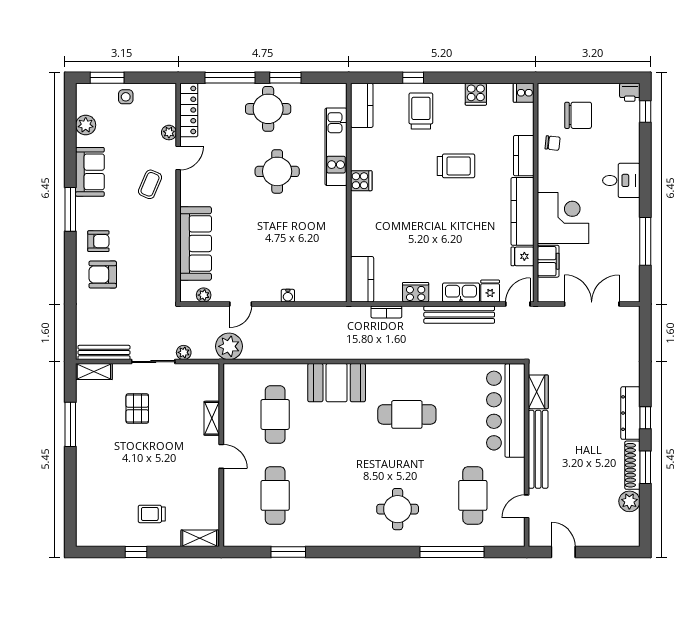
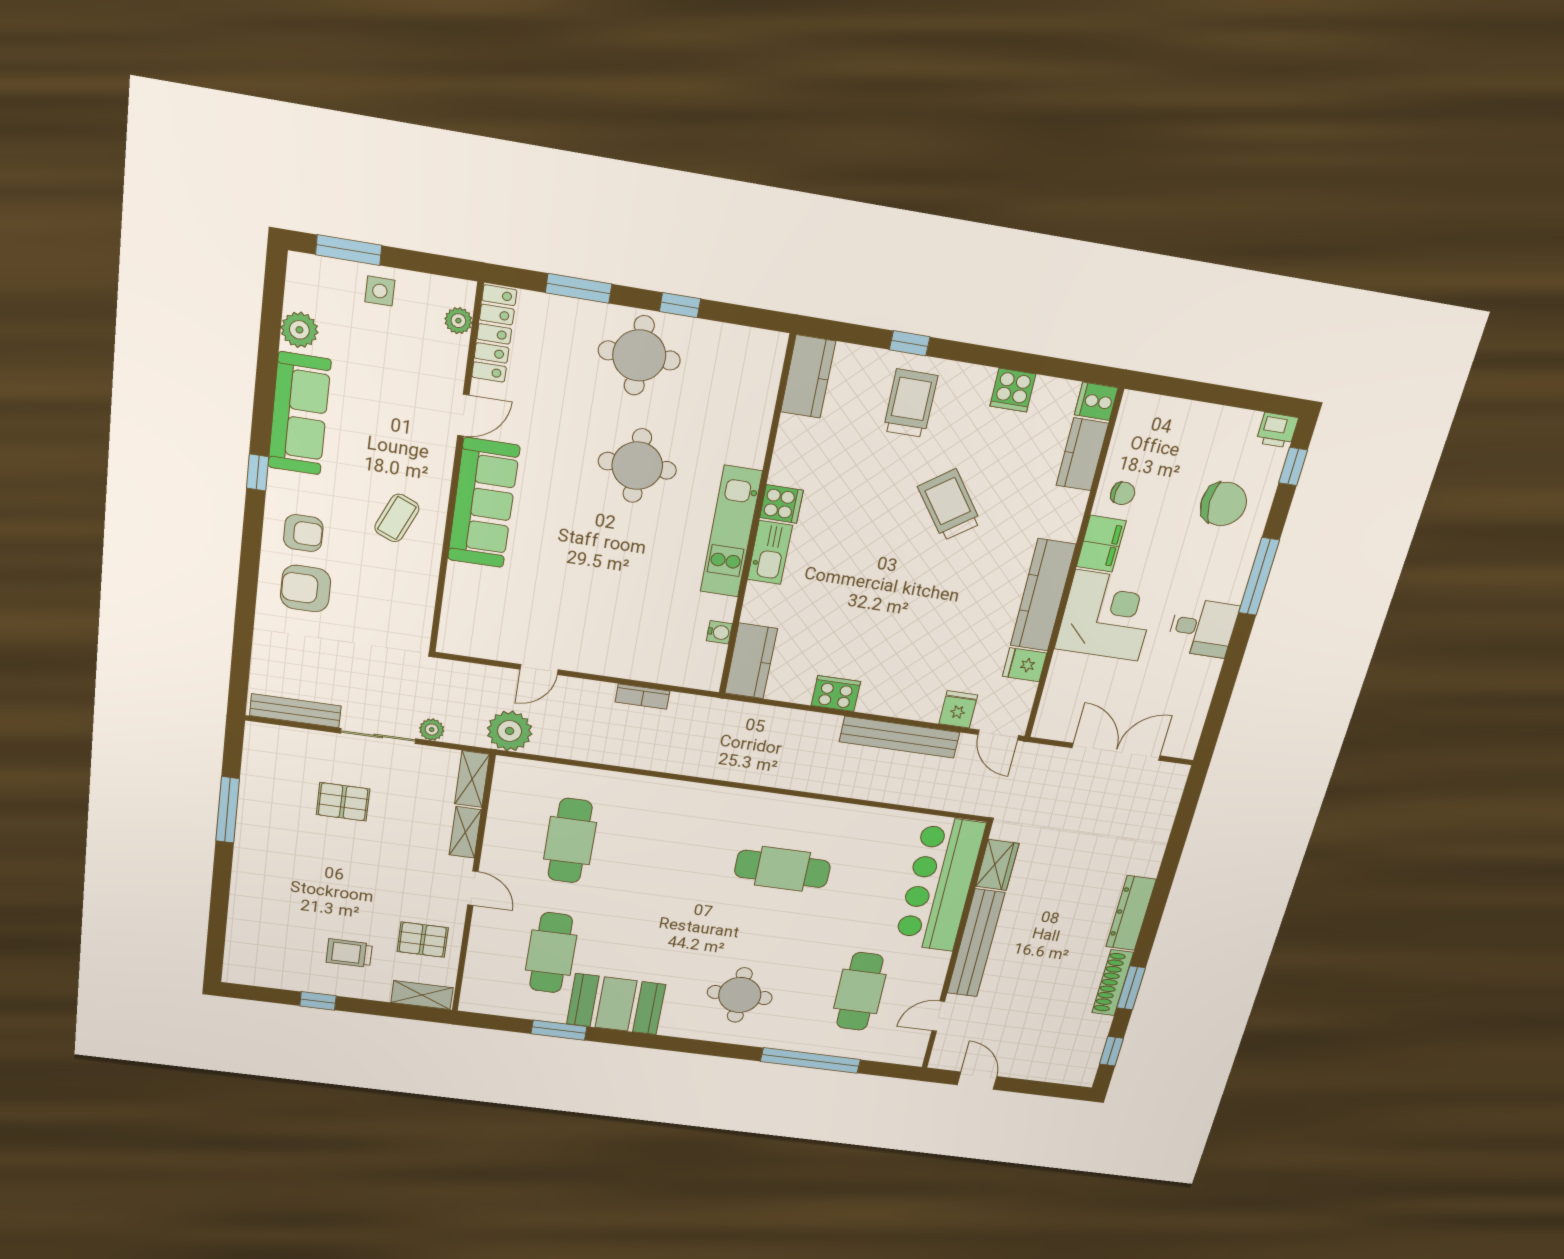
window: (230, 78) -> (579, 288), width x0.69
window: (285, 78) -> (680, 305), width x0.67
chair: (578, 115) -> (1223, 504), moved
plant: (169, 133) -> (458, 321), moved
kitchen unit: (336, 147) -> (731, 532), moved
kitchen counter: (524, 156) -> (1082, 454), moved
trolley: (456, 166) -> (949, 505), turned -126
sofa: (90, 172) -> (299, 414), width x1.36
desk: (621, 180) -> (1202, 628), moved
coffee table: (150, 184) -> (397, 518), moved
window: (70, 209) -> (258, 472), width x0.46
window: (645, 241) -> (1259, 577), moved
sofa: (196, 243) -> (484, 503), moved
filing cabinet: (548, 261) -> (1101, 544), moved
kitchen sink: (461, 293) -> (770, 552), moved, turned 90
plant: (204, 295) -> (478, 646), removed
water cooler: (288, 296) -> (719, 632), moved, turned -90
door: (518, 304) -> (998, 735), swing flipped
bookcase: (386, 312) -> (643, 697), moved
shelving: (94, 372) -> (472, 779), moved, turned 90
booth: (337, 383) -> (616, 1004), moved
pallet: (137, 409) -> (343, 802), turned 90
window: (645, 418) -> (1111, 1051), moved
pallet: (195, 498) -> (423, 940), added
plant: (629, 501) -> (1094, 1029), removed

